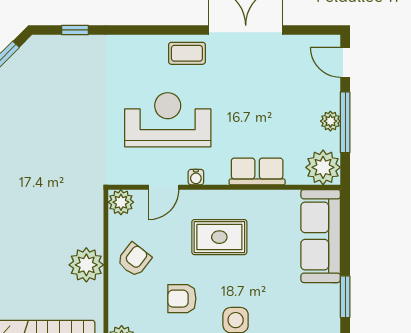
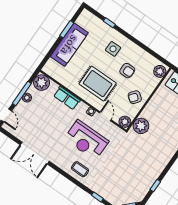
coffee table: (187, 53) -> (80, 169), moved
door: (164, 187) -> (105, 116), hinge flipped
sofa: (321, 236) -> (69, 45), moved
rug: (219, 237) -> (98, 84), width x1.36, depth x1.43
plant: (86, 265) -> (141, 126), moved

